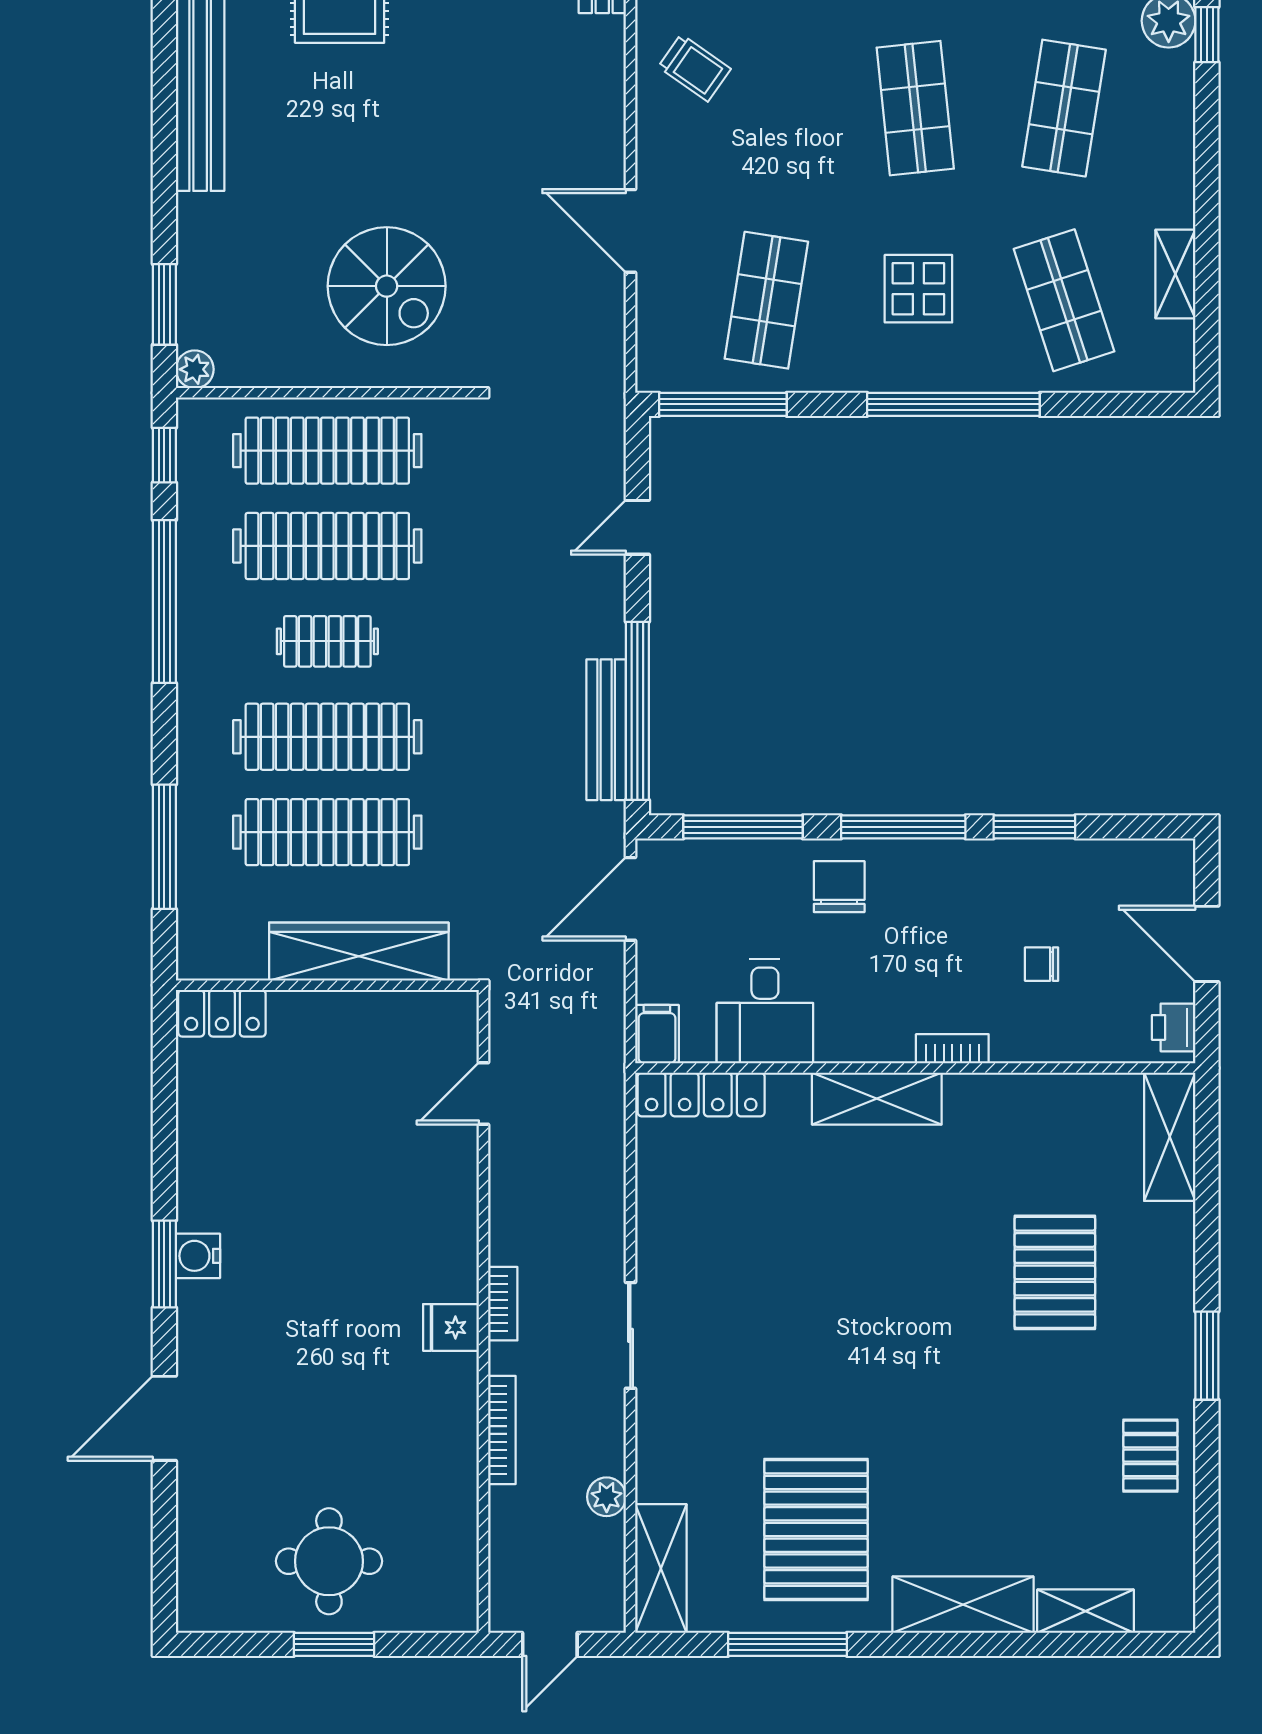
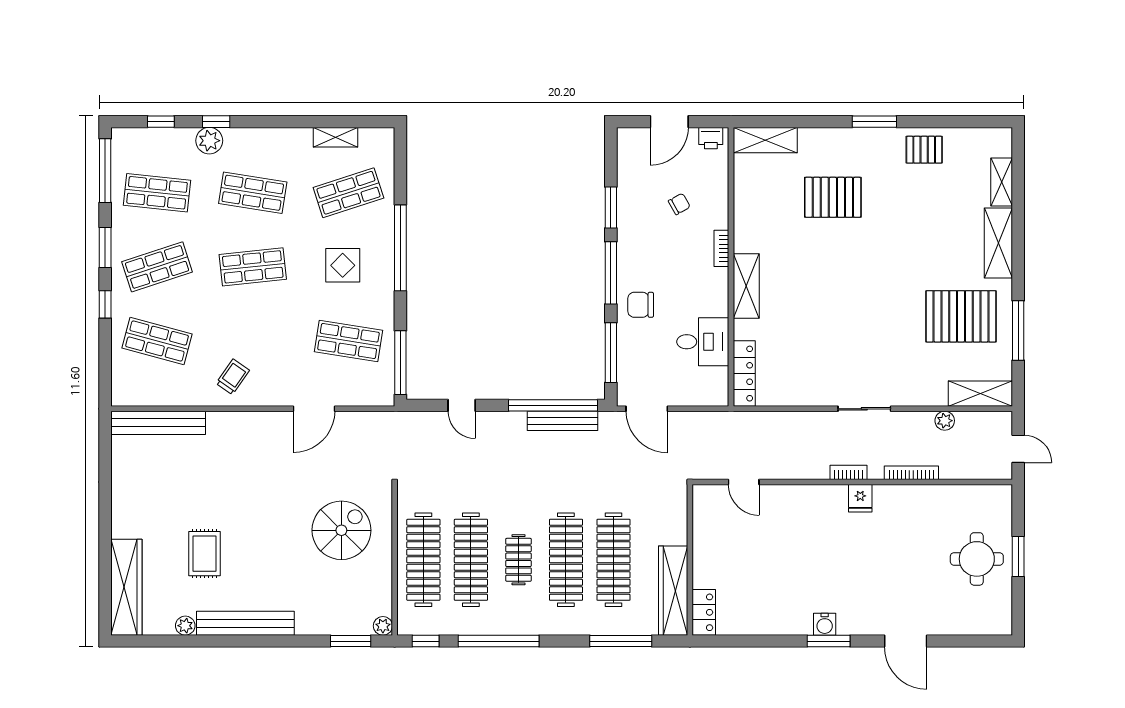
wardrobe: (359, 952) -> (673, 591), moved
chair: (1042, 964) -> (679, 204), turned -119
filing cabinet: (657, 1034) -> (714, 396), removed

